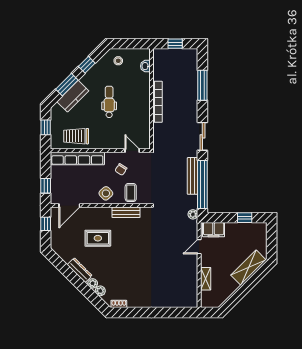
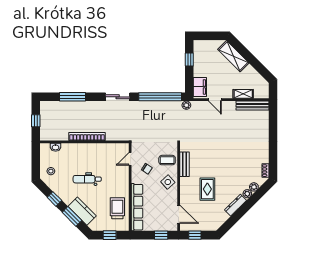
trolley: (76, 136) -> (117, 208), turned 180
bench: (193, 176) -> (253, 106), moved

